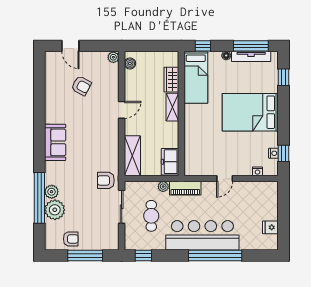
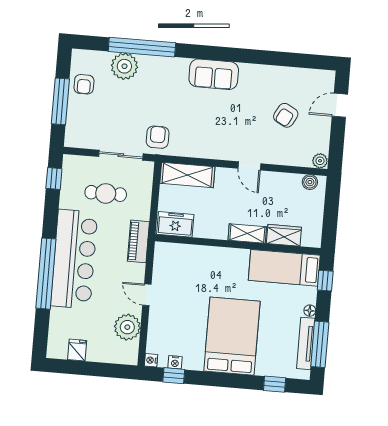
nightstand: (257, 171) -> (151, 360), moved
plant: (163, 187) -> (127, 327), moved, width x1.88, depth x1.88
plant: (52, 192) -> (149, 64), removed

